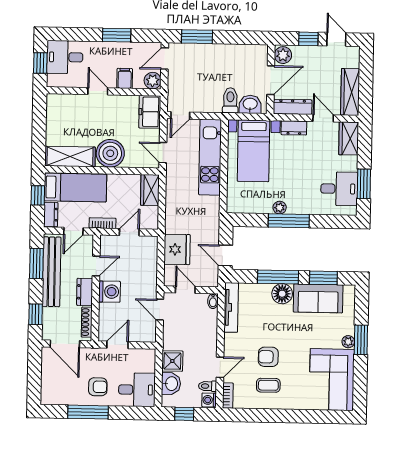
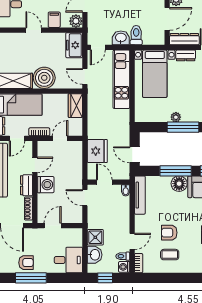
washbasin: (250, 104) -> (121, 38), moved
armchair: (98, 387) -> (26, 263), moved

